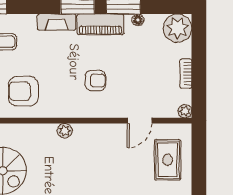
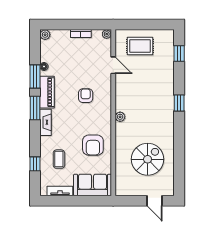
plant: (178, 28) -> (45, 35), width x0.53, depth x0.53

